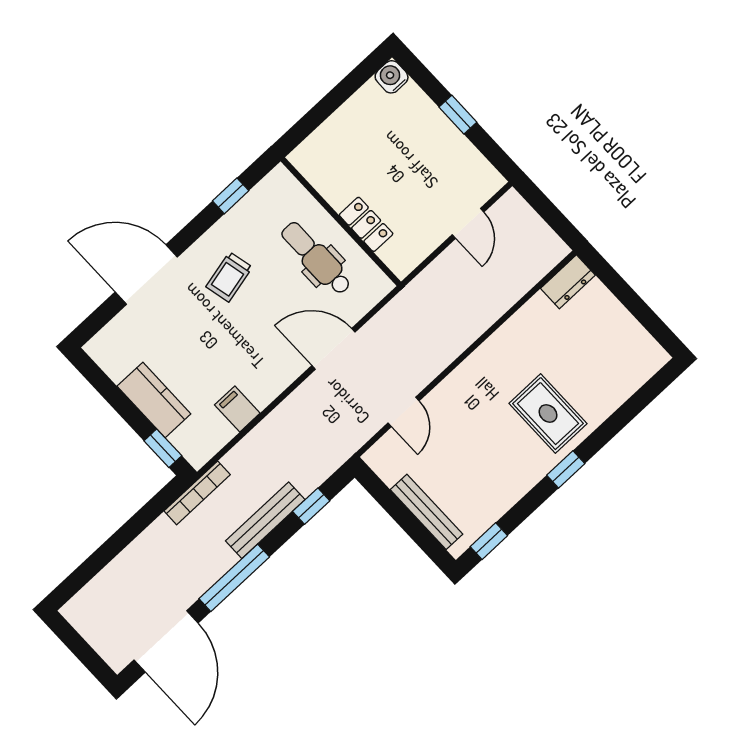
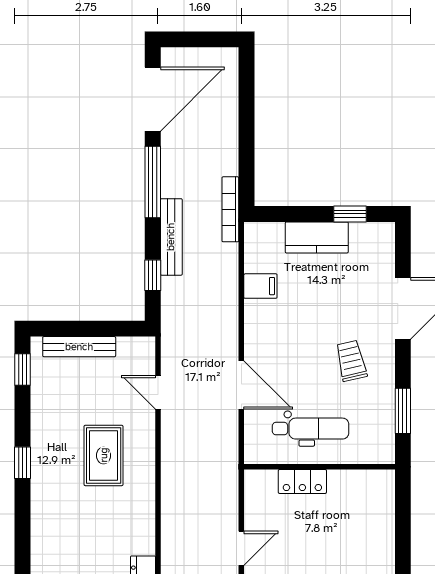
window: (231, 196) -> (403, 411), width x1.50
door: (468, 223) -> (241, 548), swing flipped
door: (333, 349) -> (241, 385), hinge flipped
rug: (548, 413) -> (104, 455), moved, turned 90
window: (163, 448) -> (350, 214), moved
door: (166, 641) -> (153, 99), swing flipped

